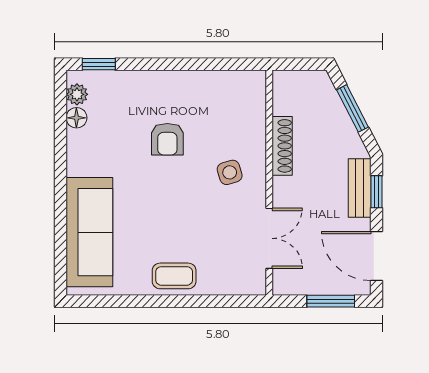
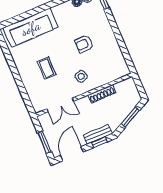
coffee table: (174, 276) -> (47, 68), moved

